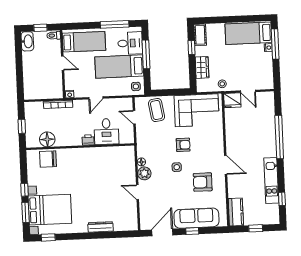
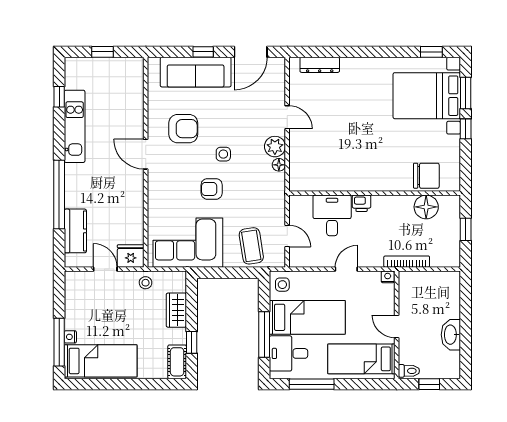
washbasin: (27, 41) -> (451, 335), moved
kitchen counter: (236, 212) -> (75, 231), moved, turned 180
dresser: (101, 227) -> (320, 65), moved

